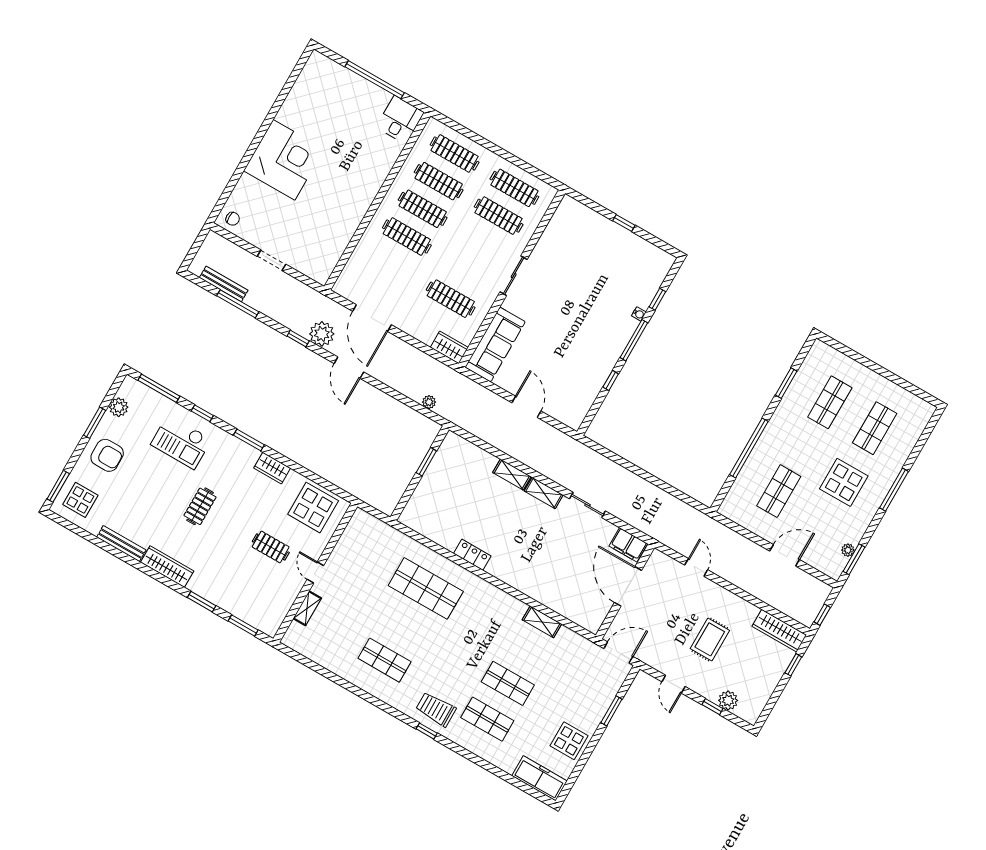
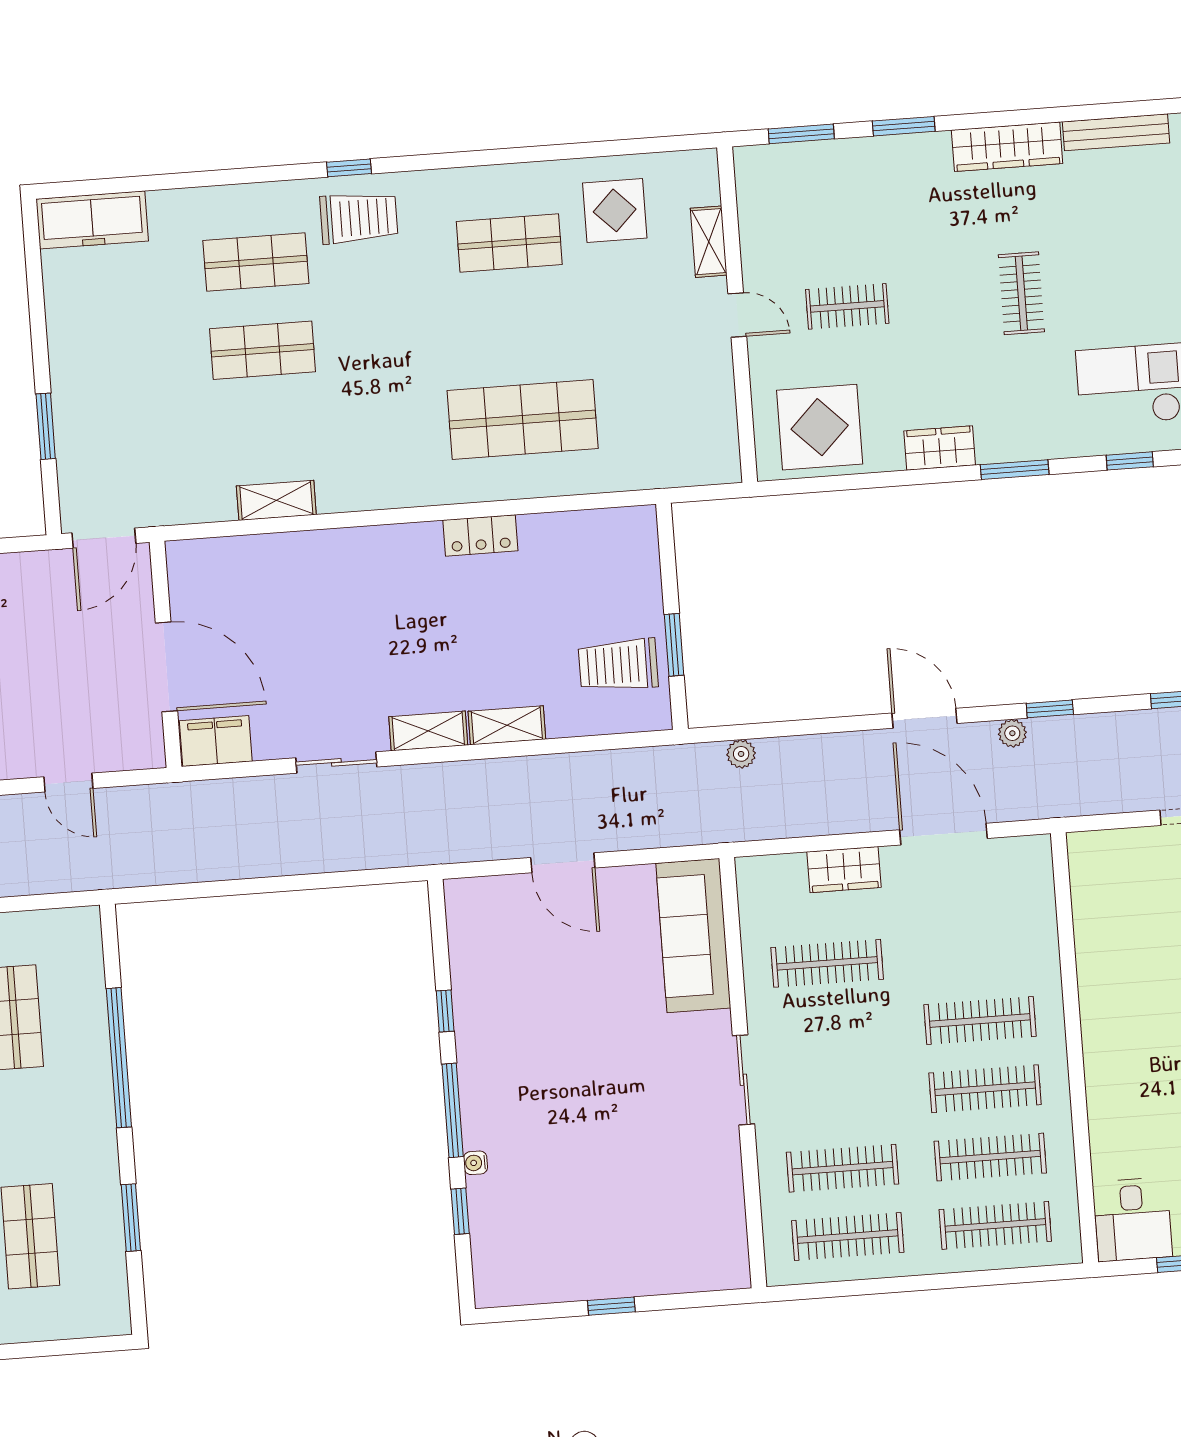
plant: (322, 334) -> (1012, 733), width x0.53, depth x0.53
wardrobe: (449, 347) -> (844, 870), moved
trolley: (453, 469) -> (618, 665), added
display table: (569, 741) -> (615, 210), moved

